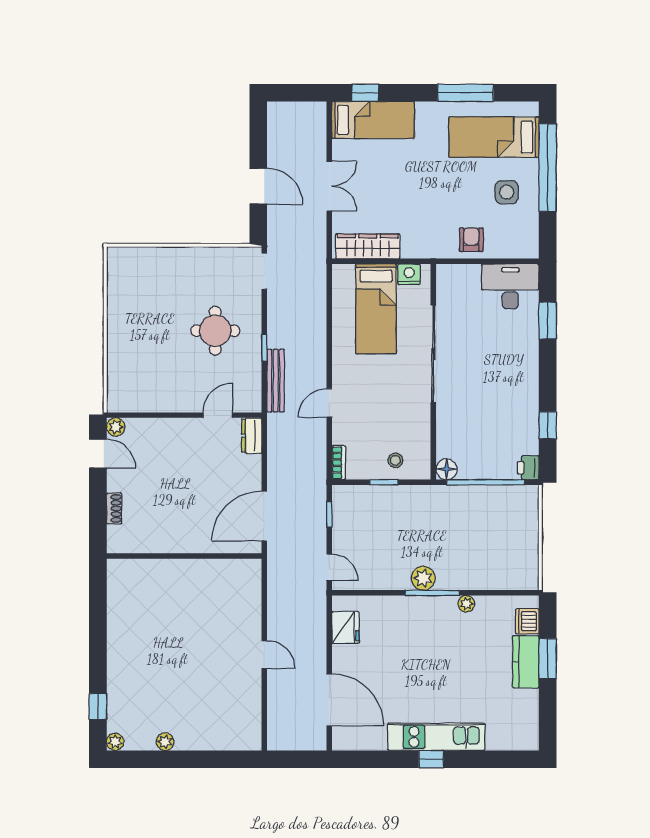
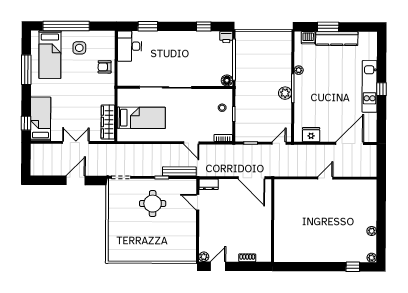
nightstand: (409, 274) -> (123, 100), removed
kitchen counter: (526, 662) -> (337, 39), width x1.50

